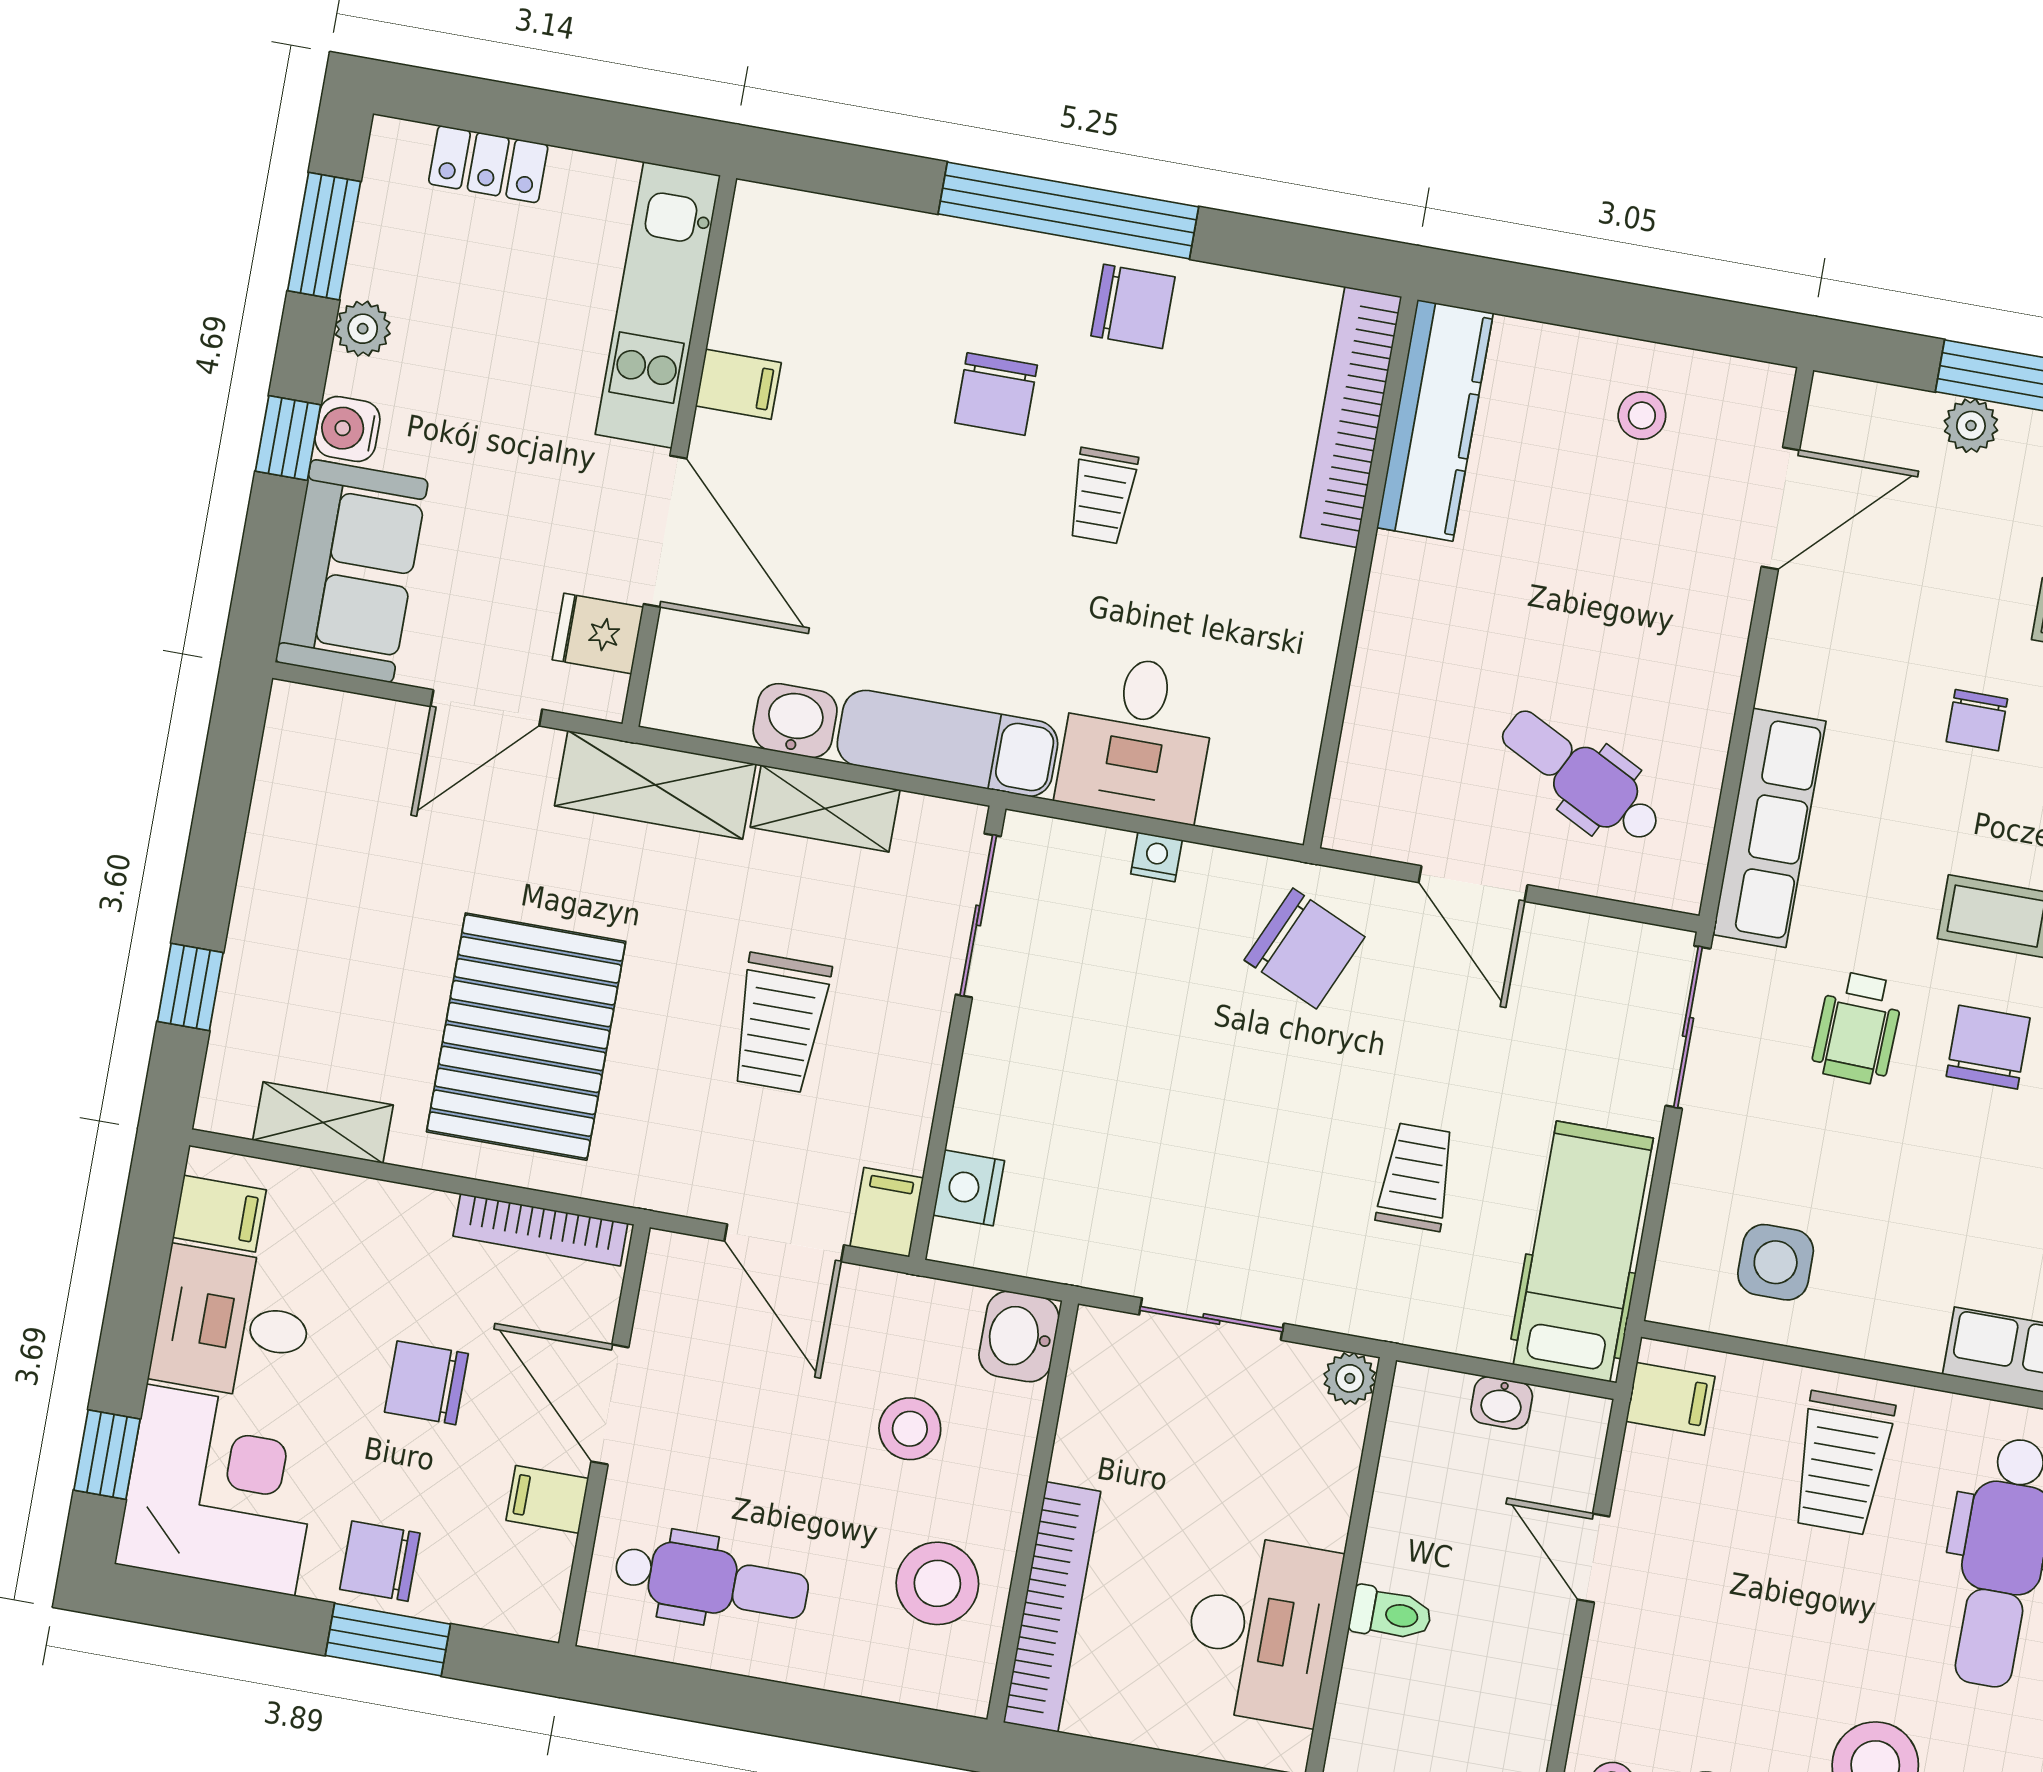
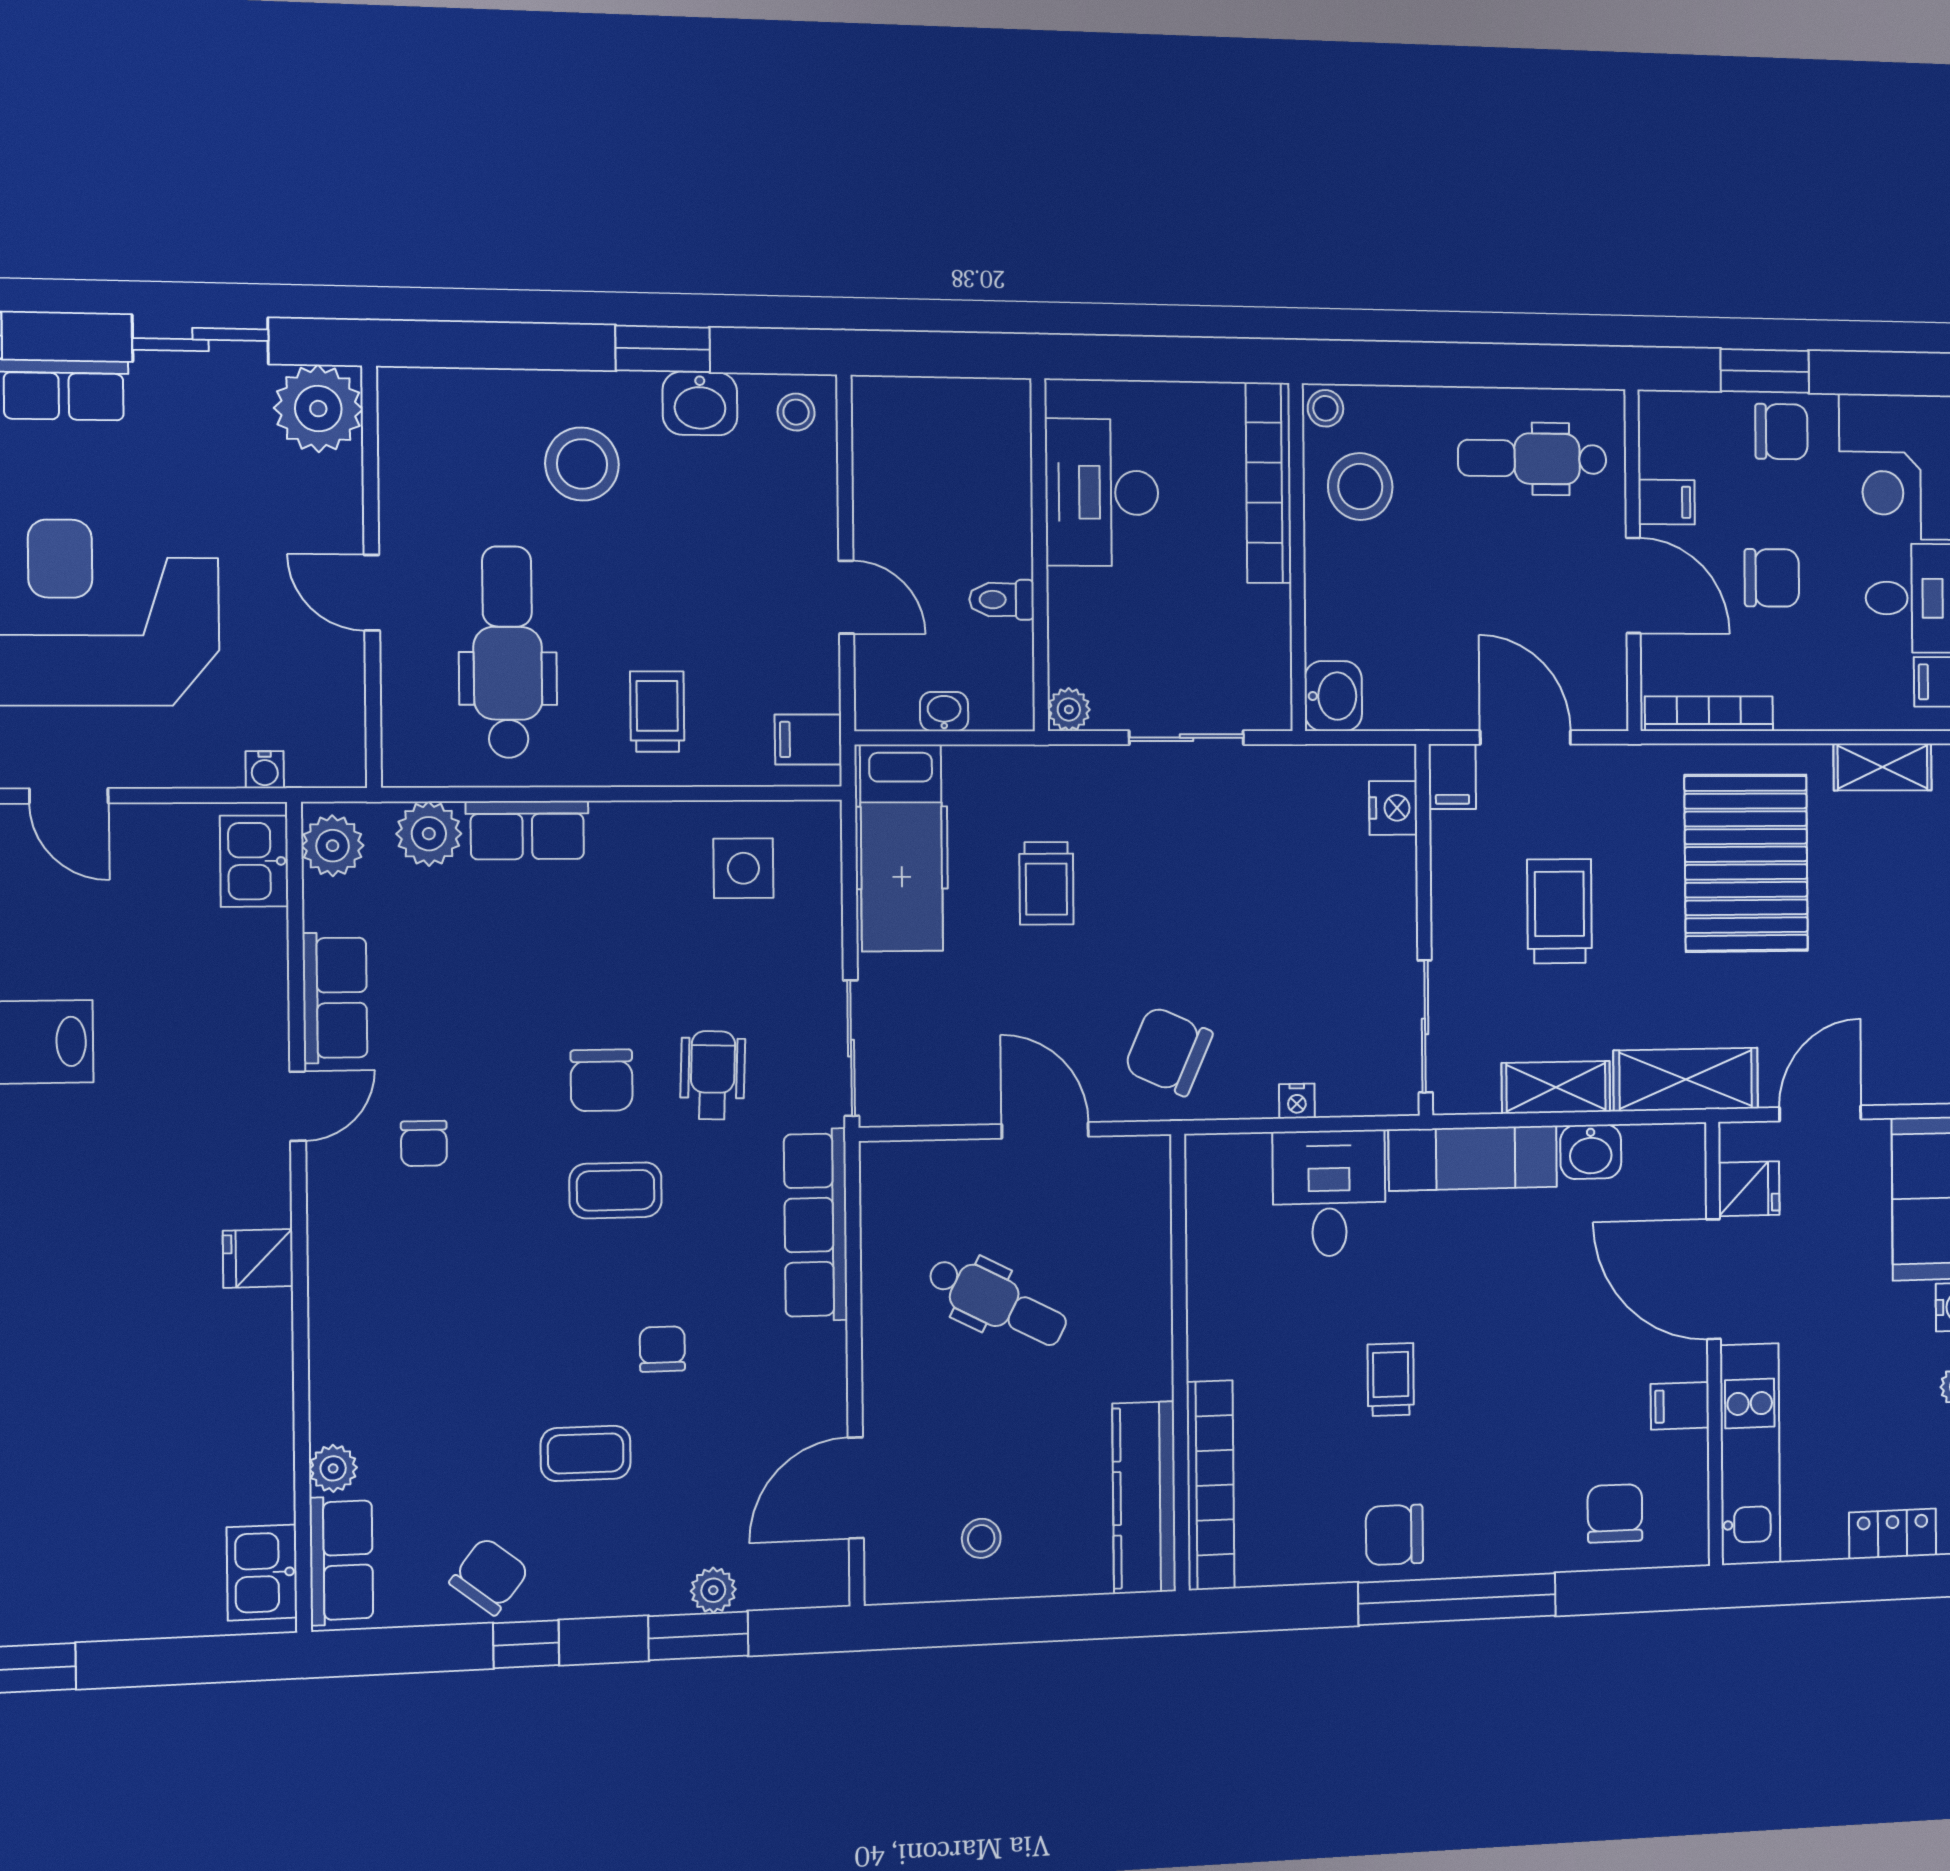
chair: (996, 394) -> (1615, 1513), moved
dental chair: (1581, 776) -> (997, 1302), moved
stool: (910, 1429) -> (1325, 408), moved, width x0.73, depth x0.73
trolley: (1842, 1463) -> (657, 711), width x0.73, depth x0.72
toilet: (1391, 1614) -> (1002, 600), moved

